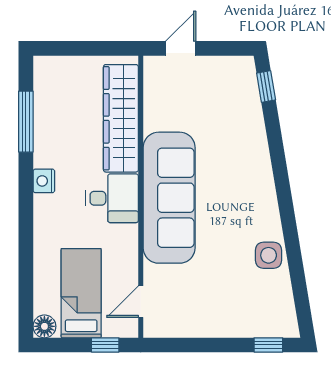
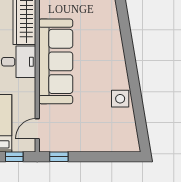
window: (268, 345) -> (59, 157), moved

